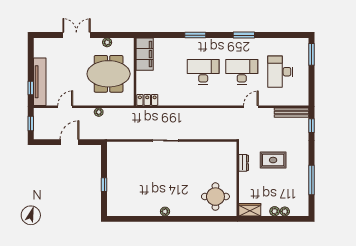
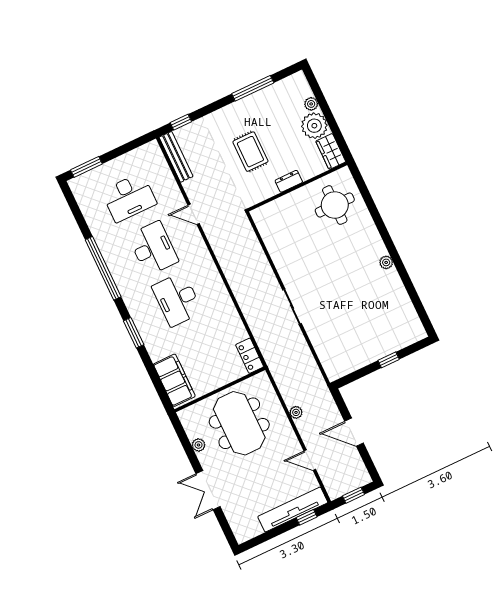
window: (244, 35) -> (103, 268), width x2.11
filing cabinet: (145, 54) -> (174, 380), moved, turned 90
desk: (242, 72) -> (153, 248), turned 180
dresser: (244, 163) -> (289, 181), moved
plant: (275, 211) -> (314, 126), width x1.88, depth x1.88

